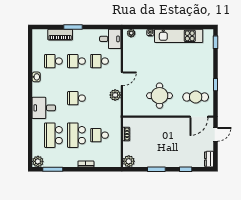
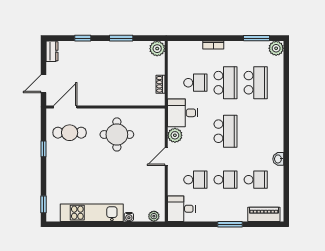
piano: (60, 35) -> (264, 214), moved
school desk: (76, 98) -> (226, 131), width x1.85
desk: (44, 108) -> (183, 113), moved, turned 180

